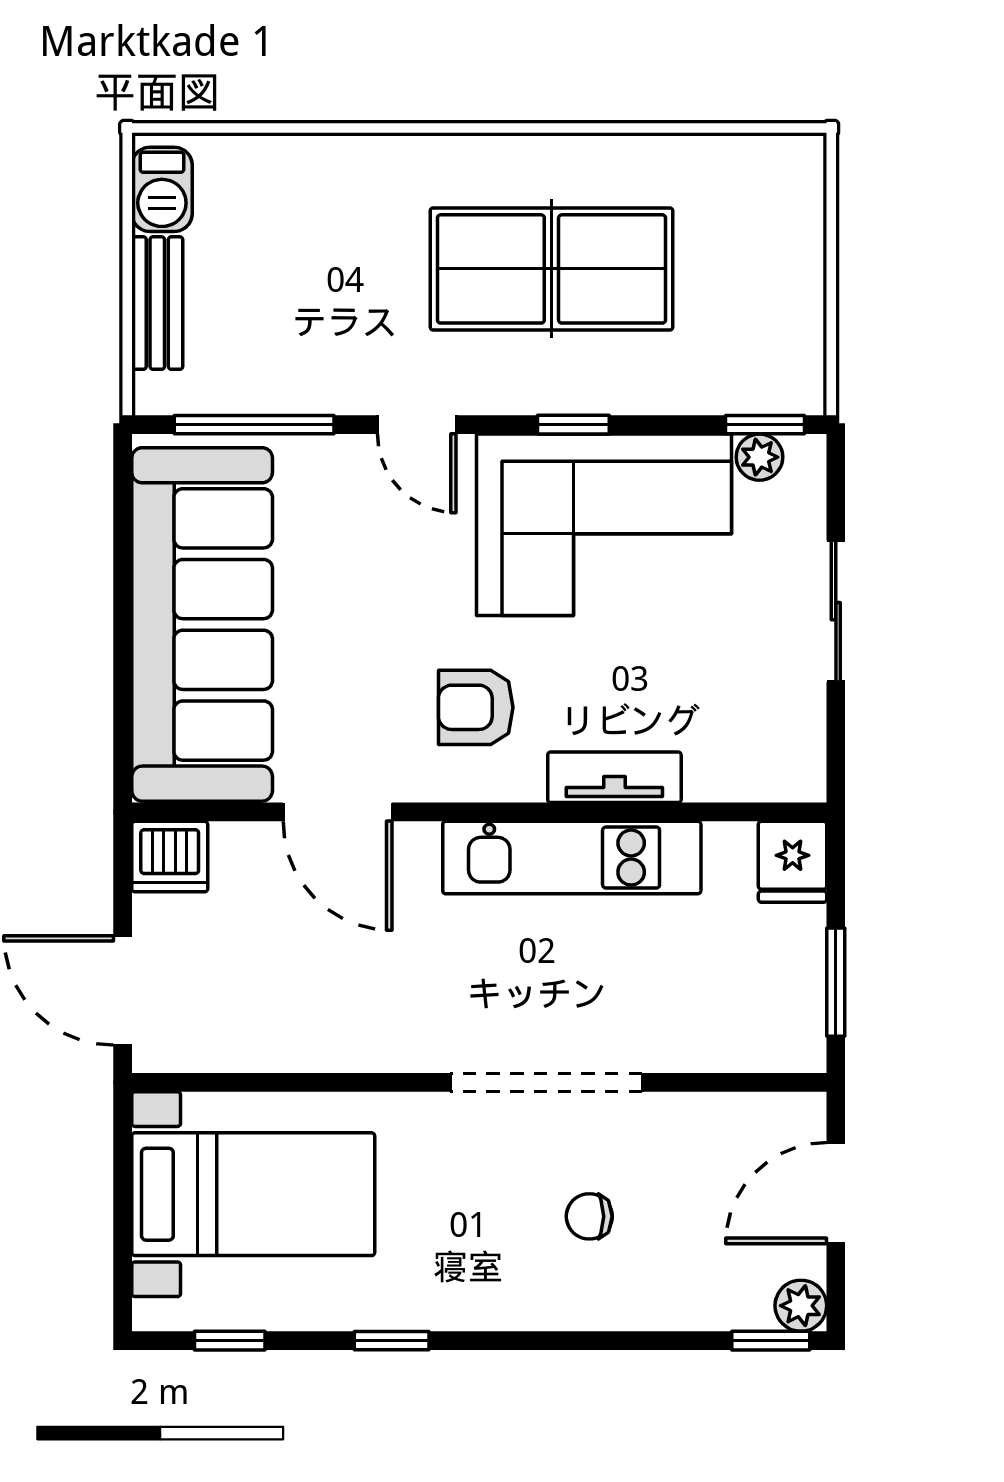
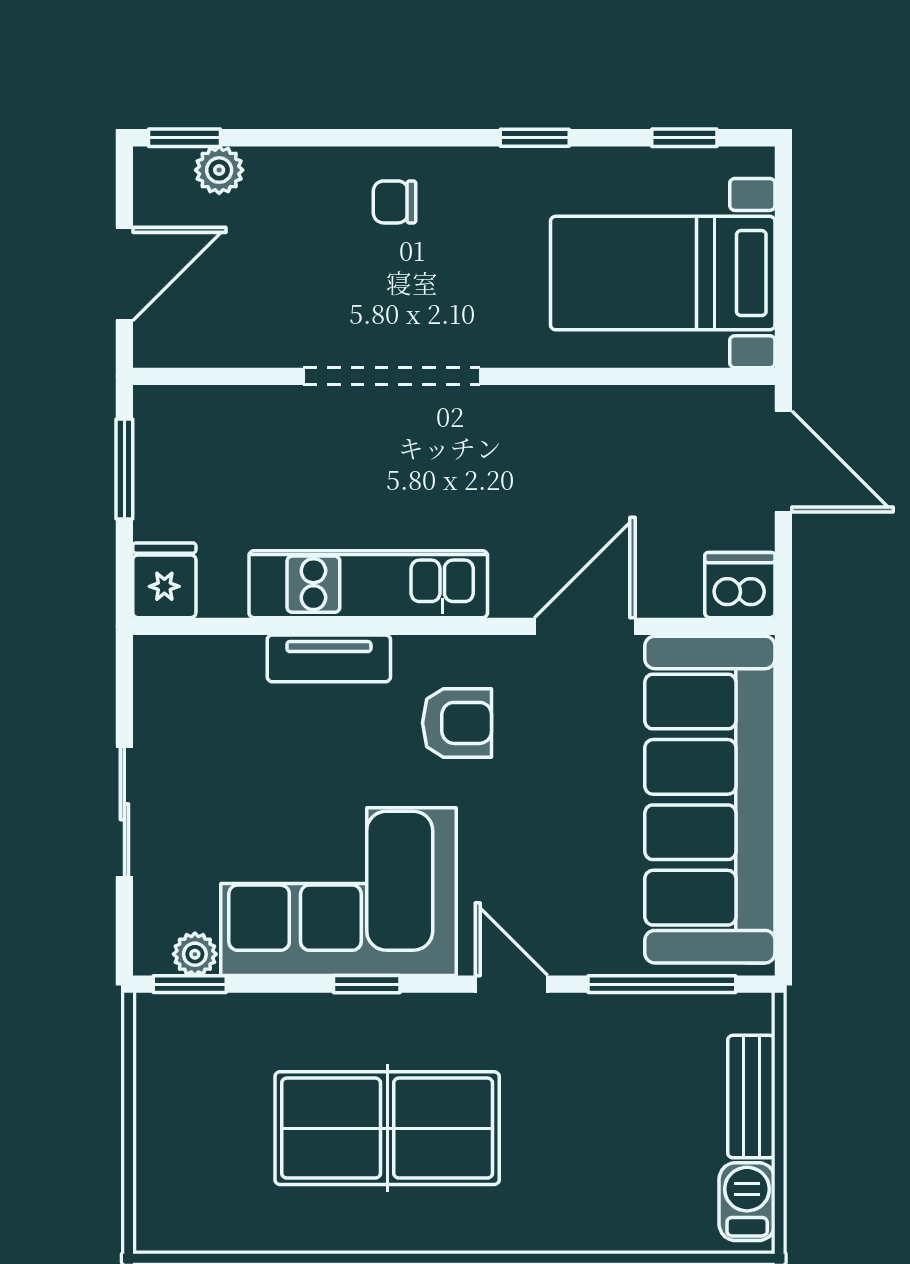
door: (338, 812) -> (585, 626), hinge flipped
chair: (589, 1216) -> (395, 202), moved, turned 180
plant: (801, 1306) -> (219, 170), moved

